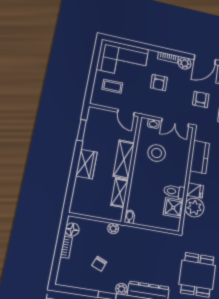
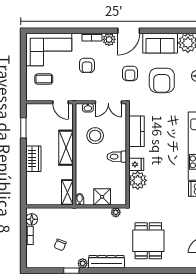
armchair: (201, 99) -> (130, 73), turned 180
toilet: (174, 192) -> (117, 157), moved
shelving: (120, 193) -> (67, 192), moved
shower: (173, 208) -> (102, 197), moved
plant: (113, 228) -> (116, 212), moved

